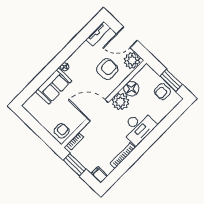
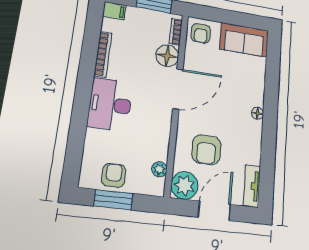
sofa: (54, 86) -> (244, 40), moved, turned -90
floor lamp: (131, 89) -> (167, 56), moved
plant: (120, 102) -> (159, 169), moved, width x0.53, depth x0.53

